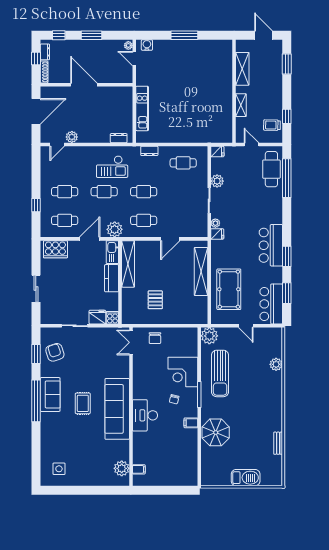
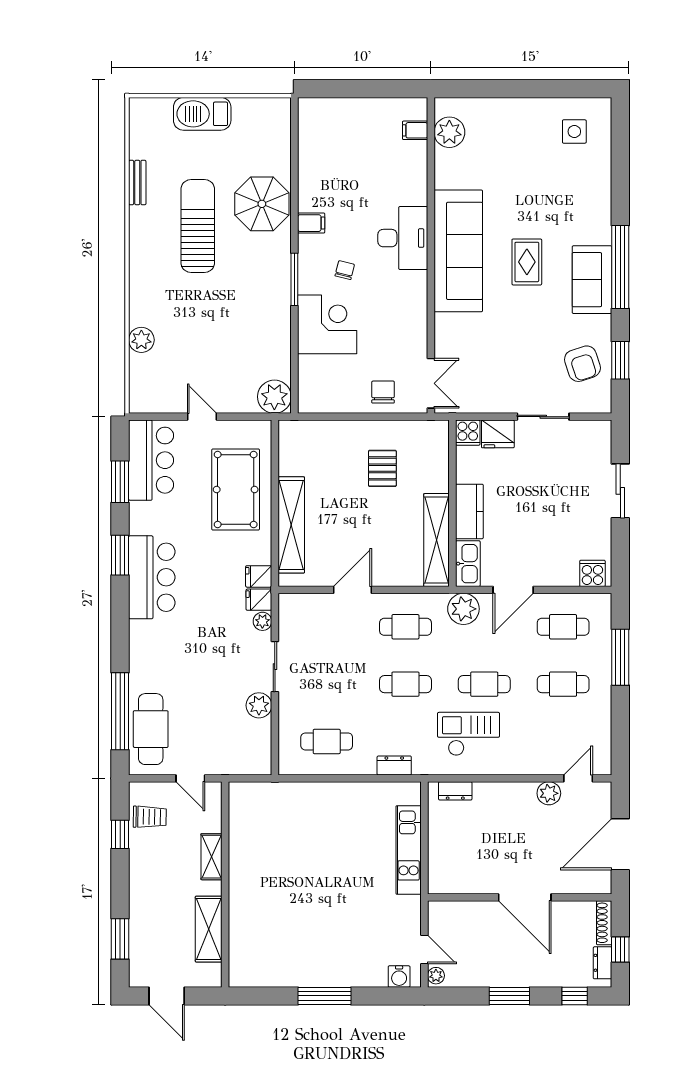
fridge: (217, 151) -> (259, 576), moved
window: (36, 205) -> (620, 657), width x2.17
cooker: (55, 249) -> (592, 573), width x0.53, depth x0.76
sun lounger: (220, 373) -> (198, 226), moved

